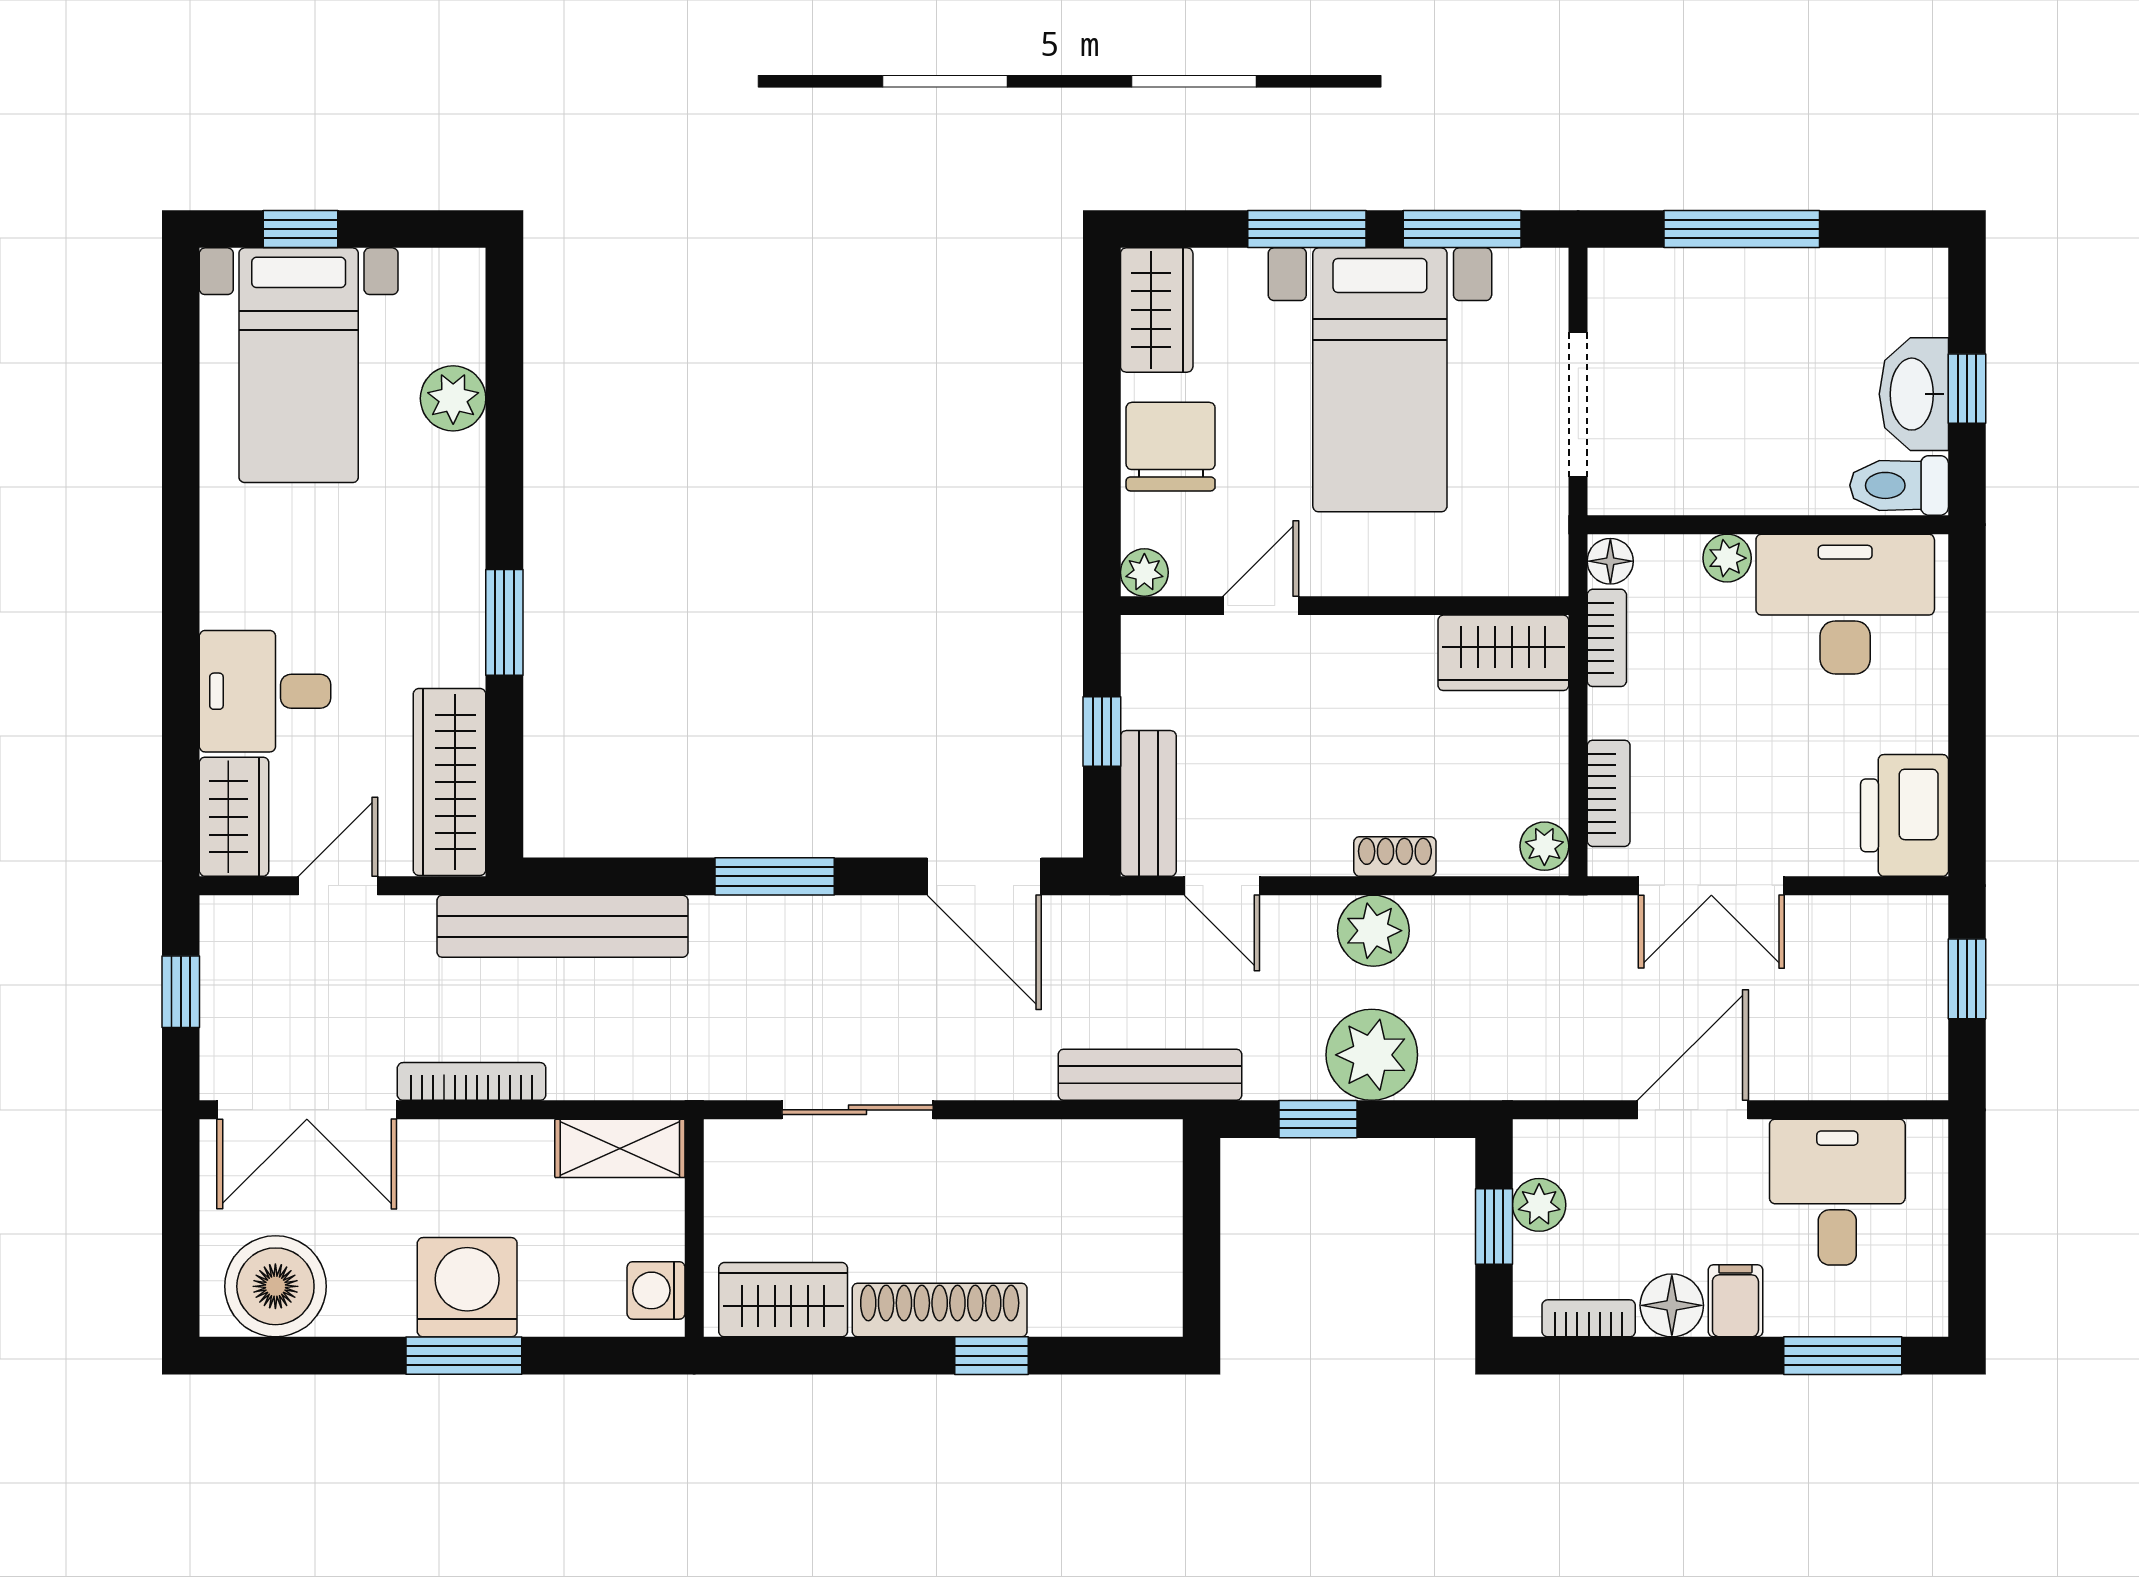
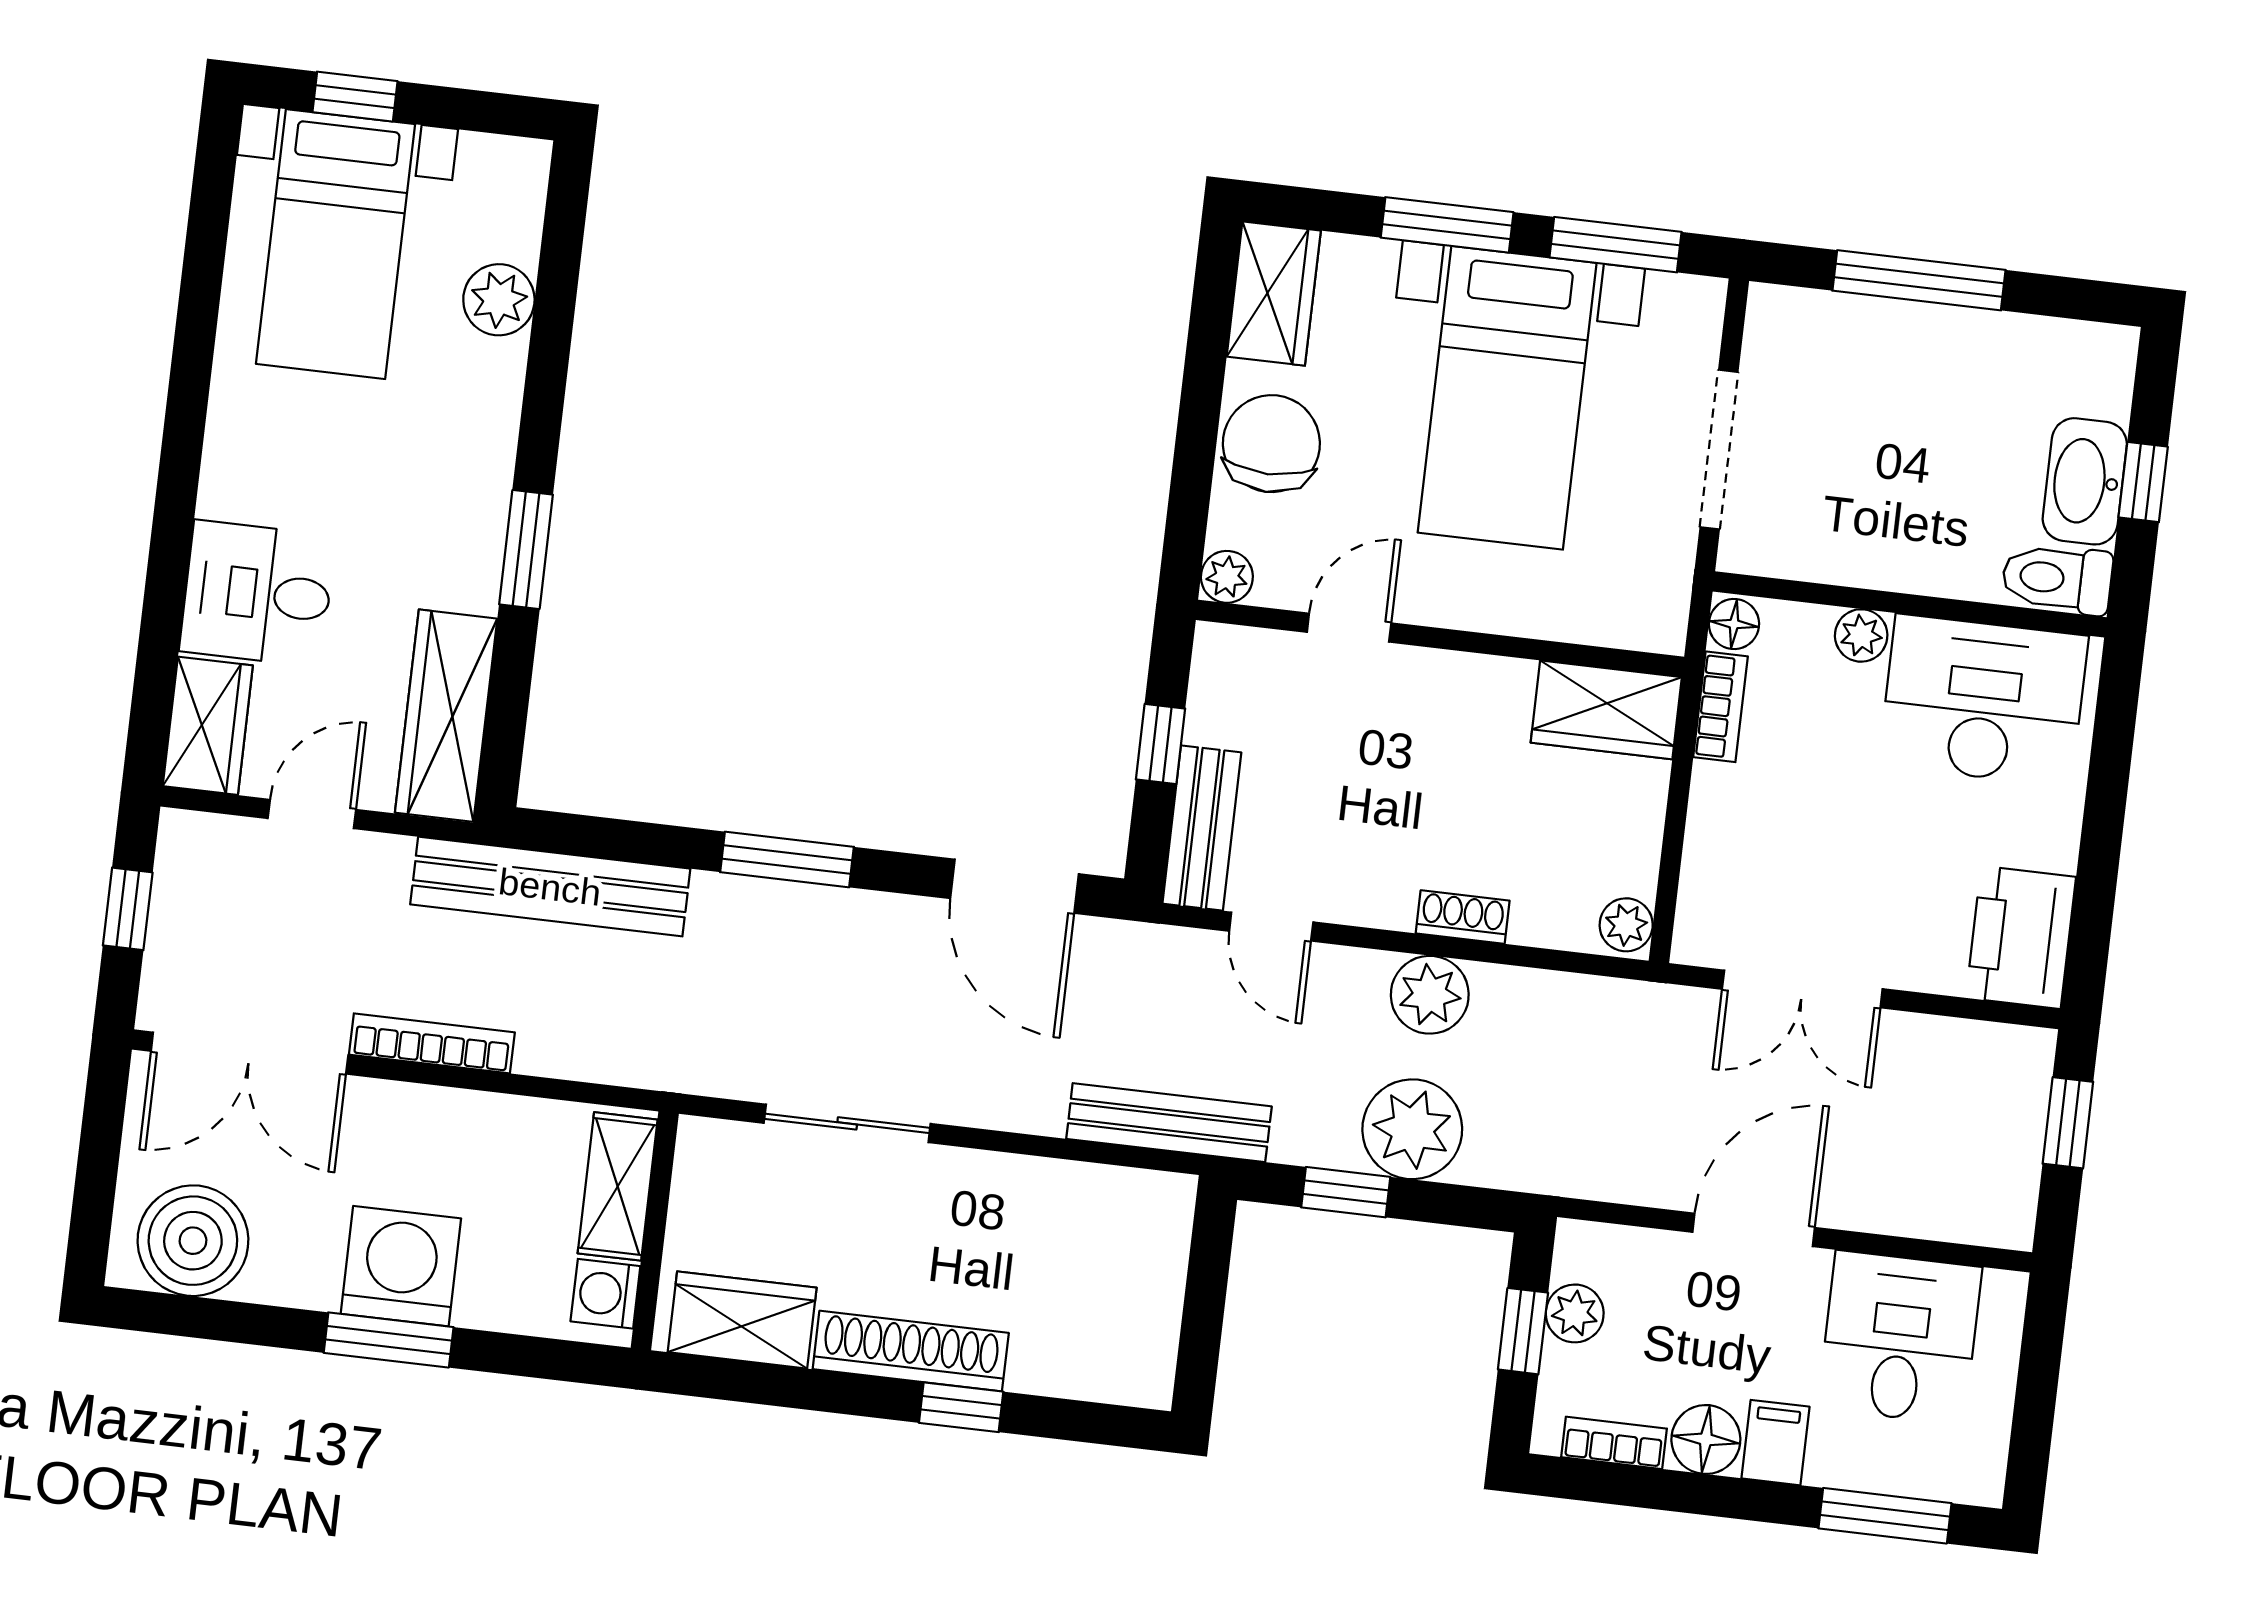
bookcase: (1609, 793) -> (1703, 876), removed
shelving: (620, 1148) -> (618, 1186), moved, turned 90

